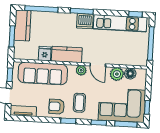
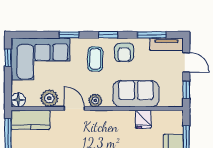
kitchen counter: (67, 54) -> (30, 120), moved
sofa: (43, 73) -> (136, 94), width x0.73
floor lamp: (130, 74) -> (18, 100), moved
armchair: (57, 107) -> (124, 52), turned 90
window: (126, 124) -> (152, 35), moved

